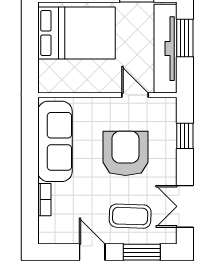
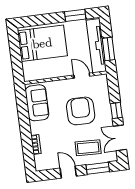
window: (185, 38) -> (108, 49), moved
window: (185, 136) -> (116, 110), moved
sofa: (55, 141) -> (37, 103), width x0.73

